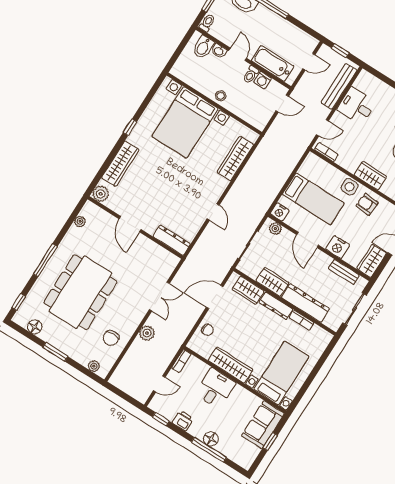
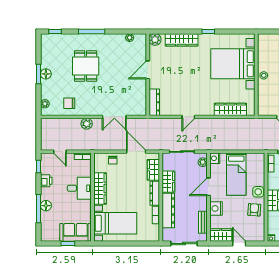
dining table: (80, 292) -> (86, 66), width x0.53, depth x0.80
floor lamp: (35, 327) -> (46, 74), moved

